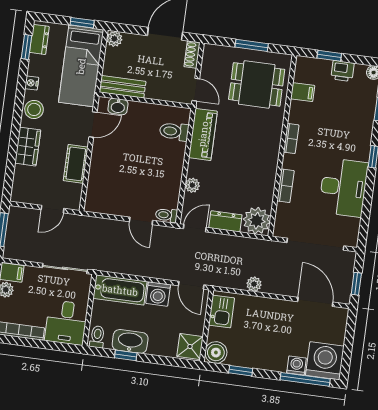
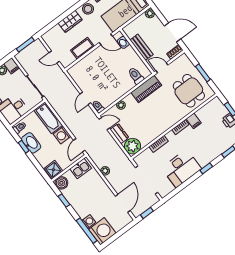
bench: (123, 87) -> (142, 47), moved
door: (196, 90) -> (162, 68), swing flipped
filing cabinet: (303, 92) -> (194, 121), moved

